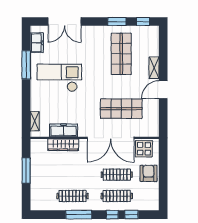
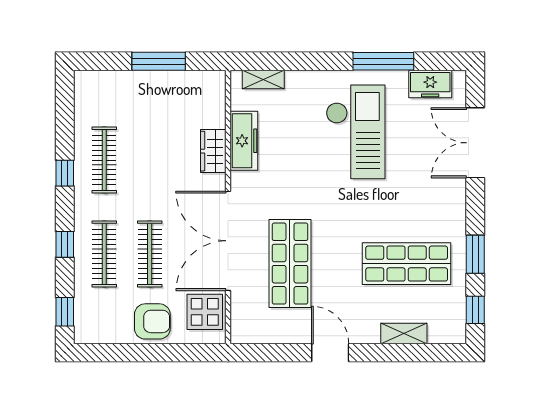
shelving: (154, 68) -> (404, 333), moved
wardrobe: (63, 145) -> (213, 151), width x0.67
window: (79, 215) -> (65, 173), width x0.46
window: (131, 215) -> (65, 312), moved

